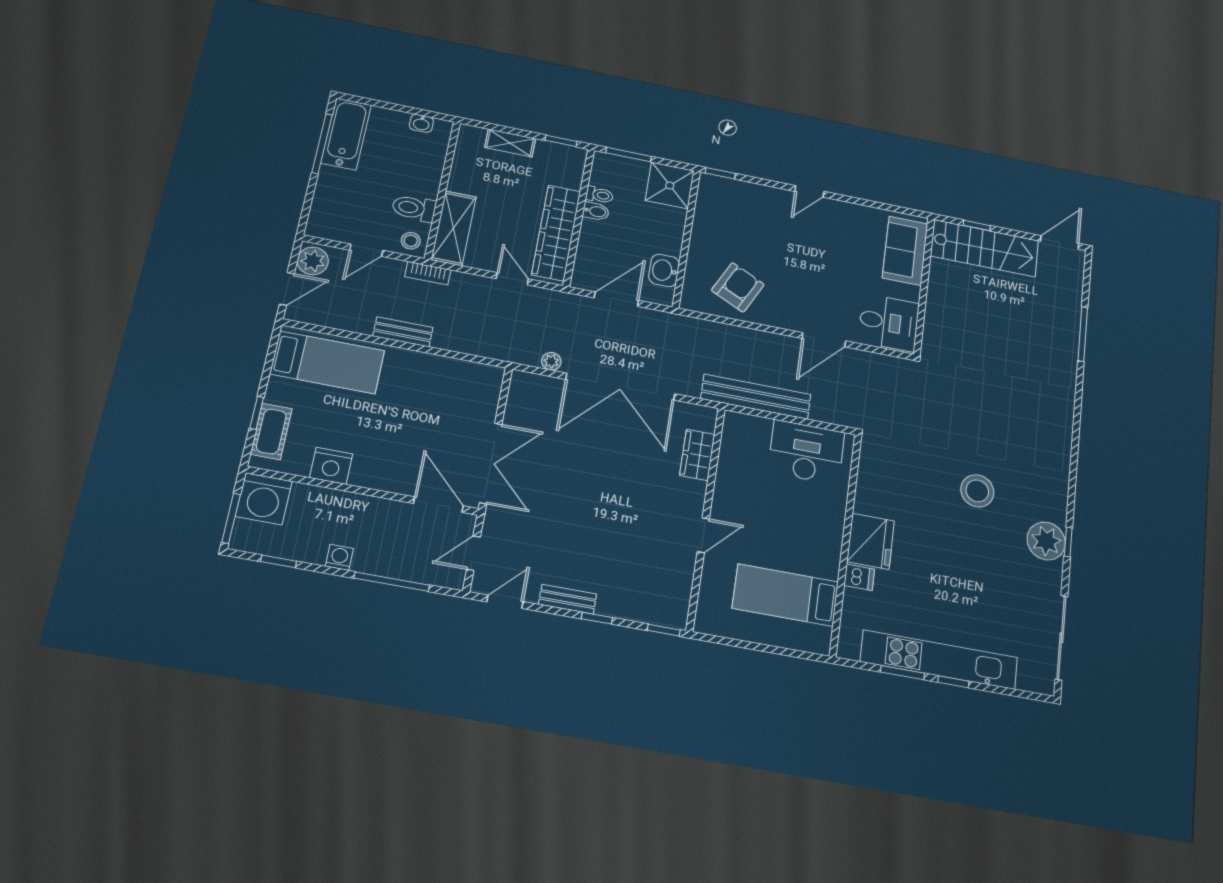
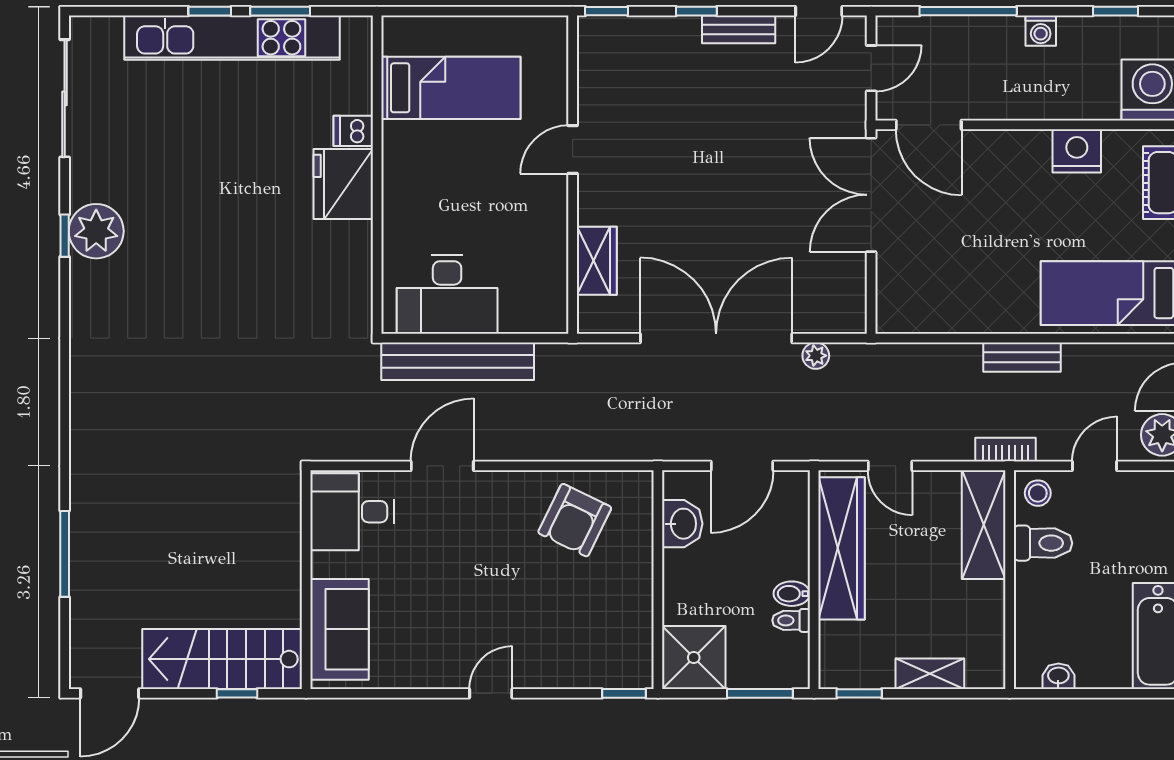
bench: (756, 397) -> (458, 361), moved
stool: (977, 491) -> (200, 285), removed

